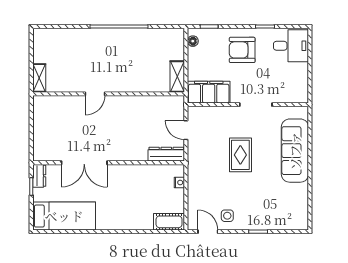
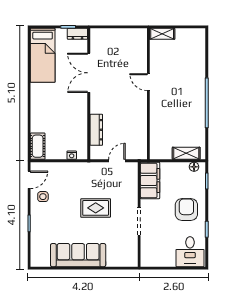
shelving: (177, 76) -> (186, 153), moved
sofa: (295, 151) -> (78, 255), moved
dresser: (166, 154) -> (96, 130), moved

